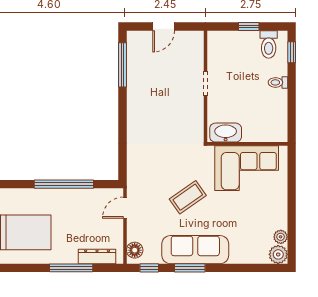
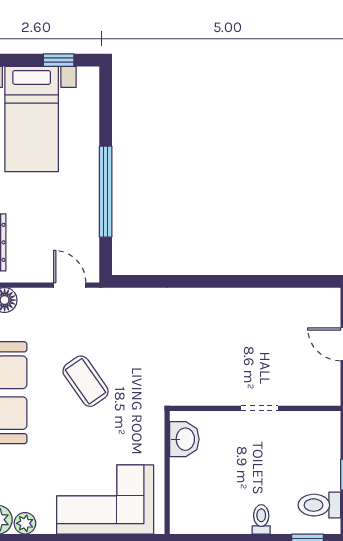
window: (123, 65) -> (288, 281), removed
washbasin: (226, 133) -> (184, 439), width x0.72
corner sofa: (247, 168) -> (105, 499), moved, turned 90

